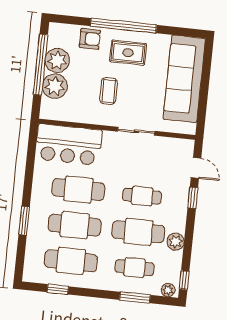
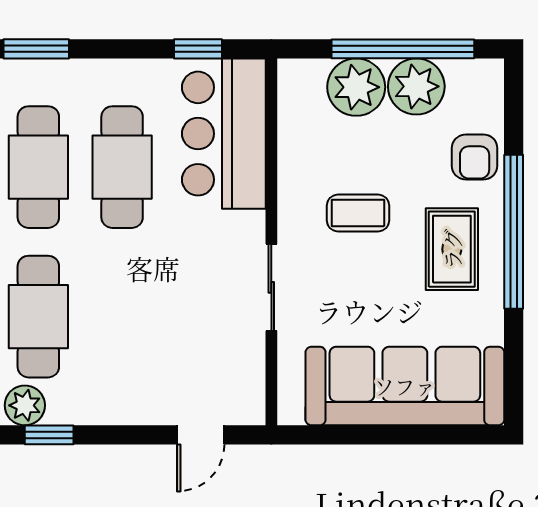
window: (31, 152) -> (198, 49), added
cafe table: (142, 196) -> (122, 317), removed
window: (193, 198) -> (49, 435), moved

